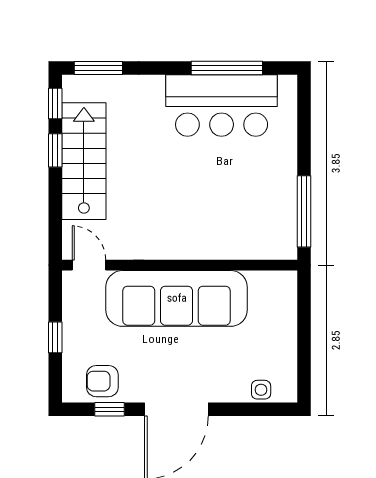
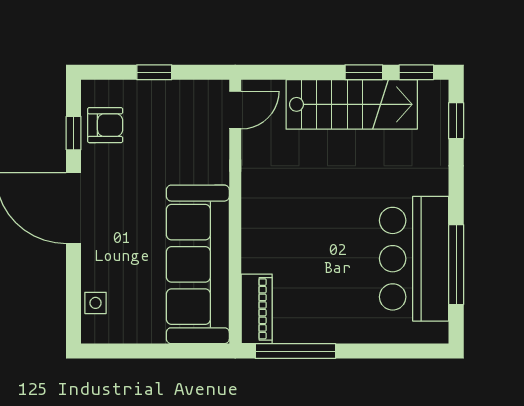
window: (98, 68) -> (456, 121), width x0.67
piano: (266, 246) -> (257, 309), added
sofa: (177, 298) -> (198, 264), moved
armchair: (102, 381) -> (105, 125), turned 90

